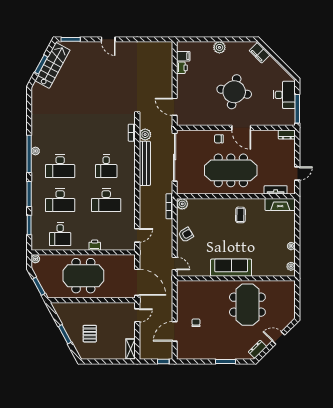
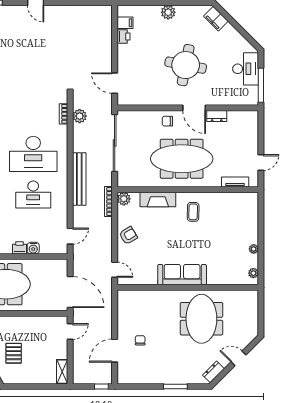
dresser: (287, 134) -> (217, 116), moved
bench: (145, 163) -> (79, 179), moved
desk: (106, 166) -> (33, 154), width x1.87, depth x1.30
fireplace: (280, 205) -> (158, 199), moved
water cooler: (106, 245) -> (33, 248), added

